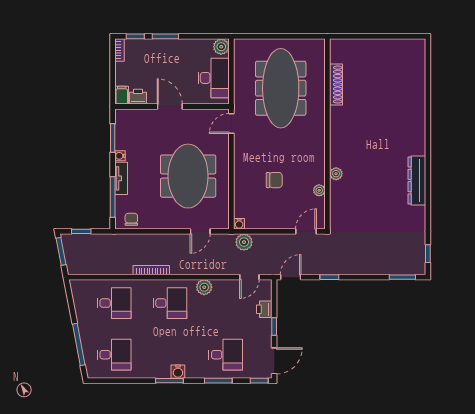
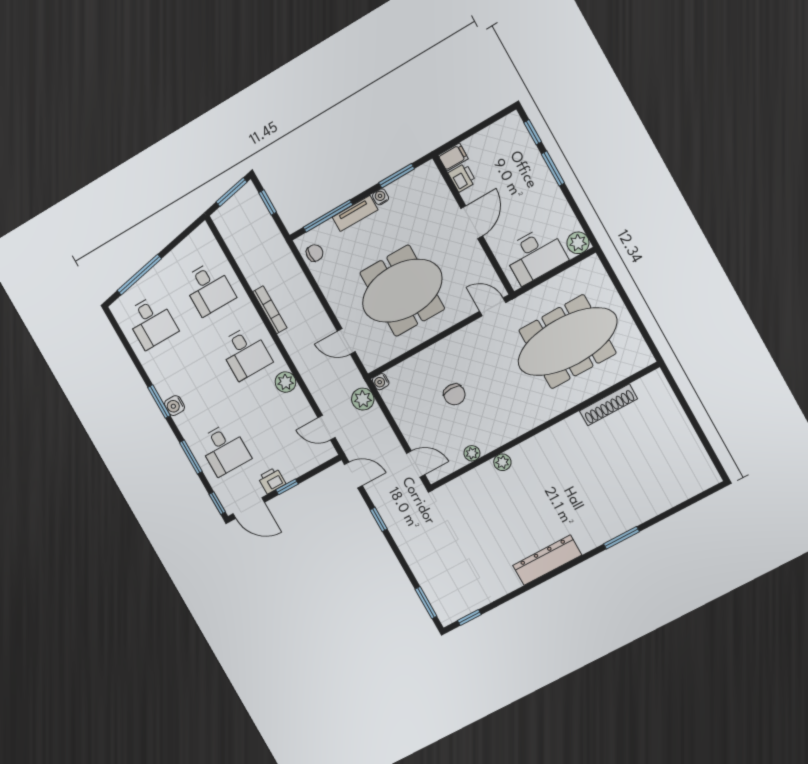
bookcase: (119, 50) -> (506, 123), removed
window: (428, 124) -> (622, 538), added
printer: (264, 309) -> (272, 480), moved

